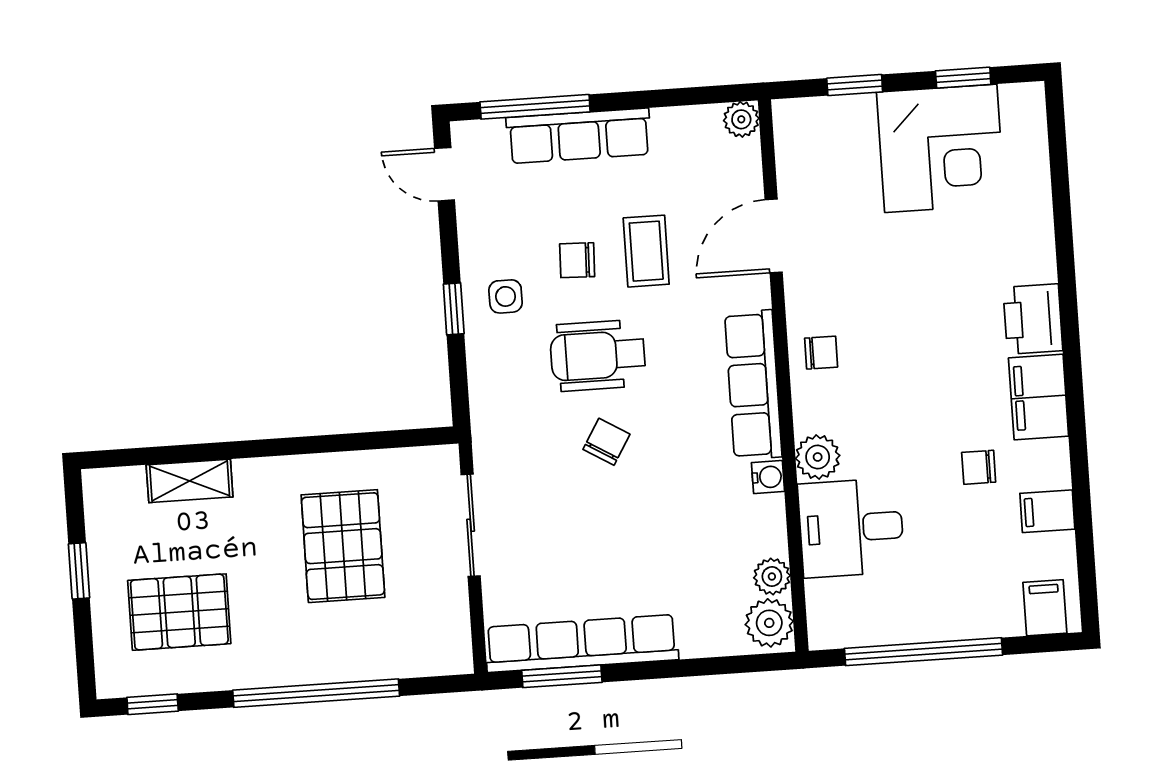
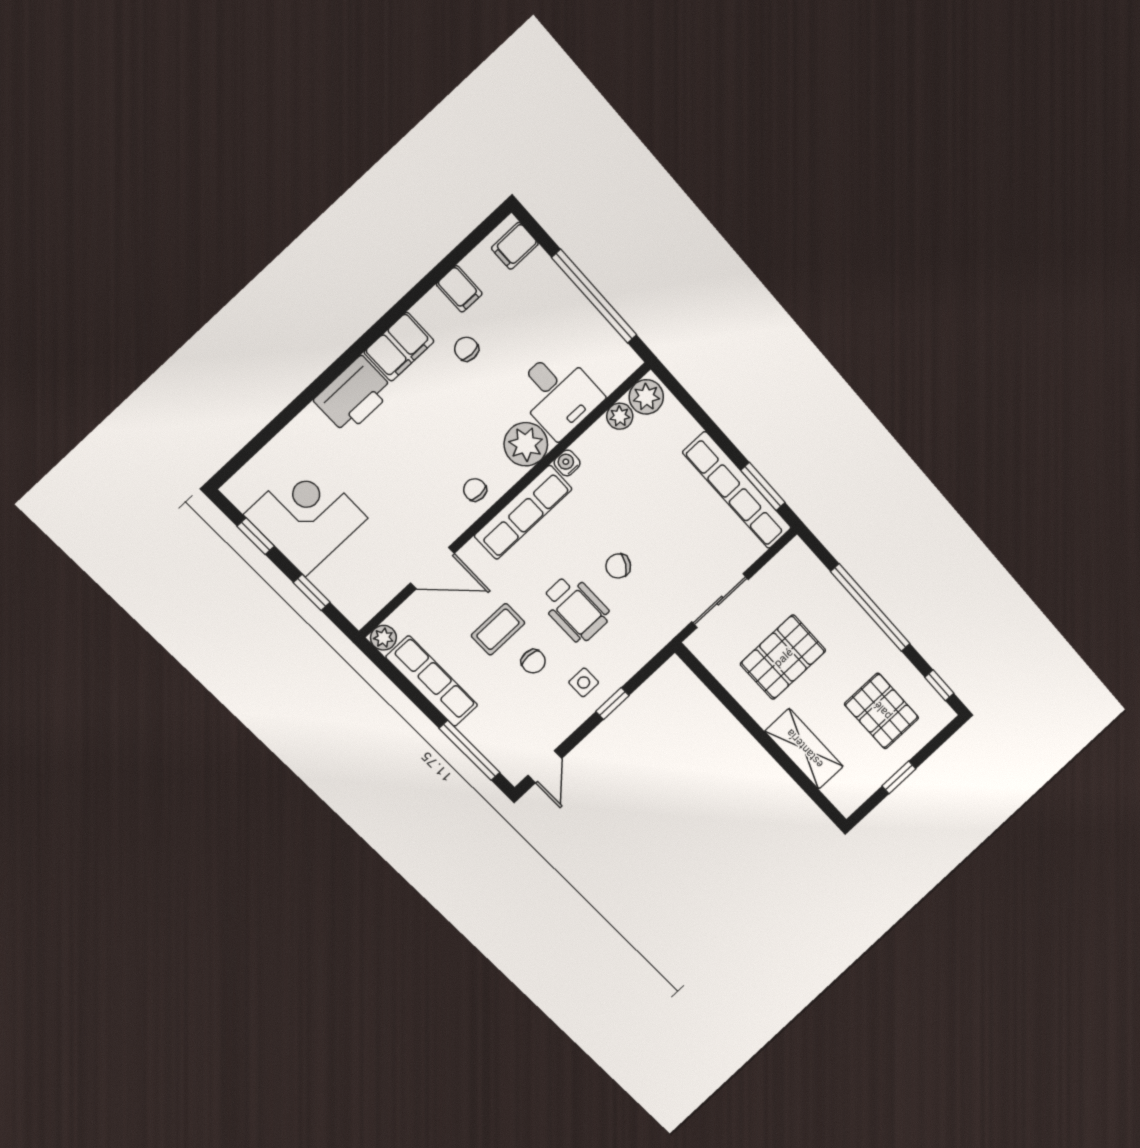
row of seats: (579, 136) -> (432, 681), moved
printer: (1033, 319) -> (354, 395), width x1.37, depth x1.19
plant: (818, 457) -> (526, 444), width x1.36, depth x1.36
chair: (979, 467) -> (466, 349), turned 180
shelving: (190, 481) -> (804, 749), width x1.50, depth x1.33

